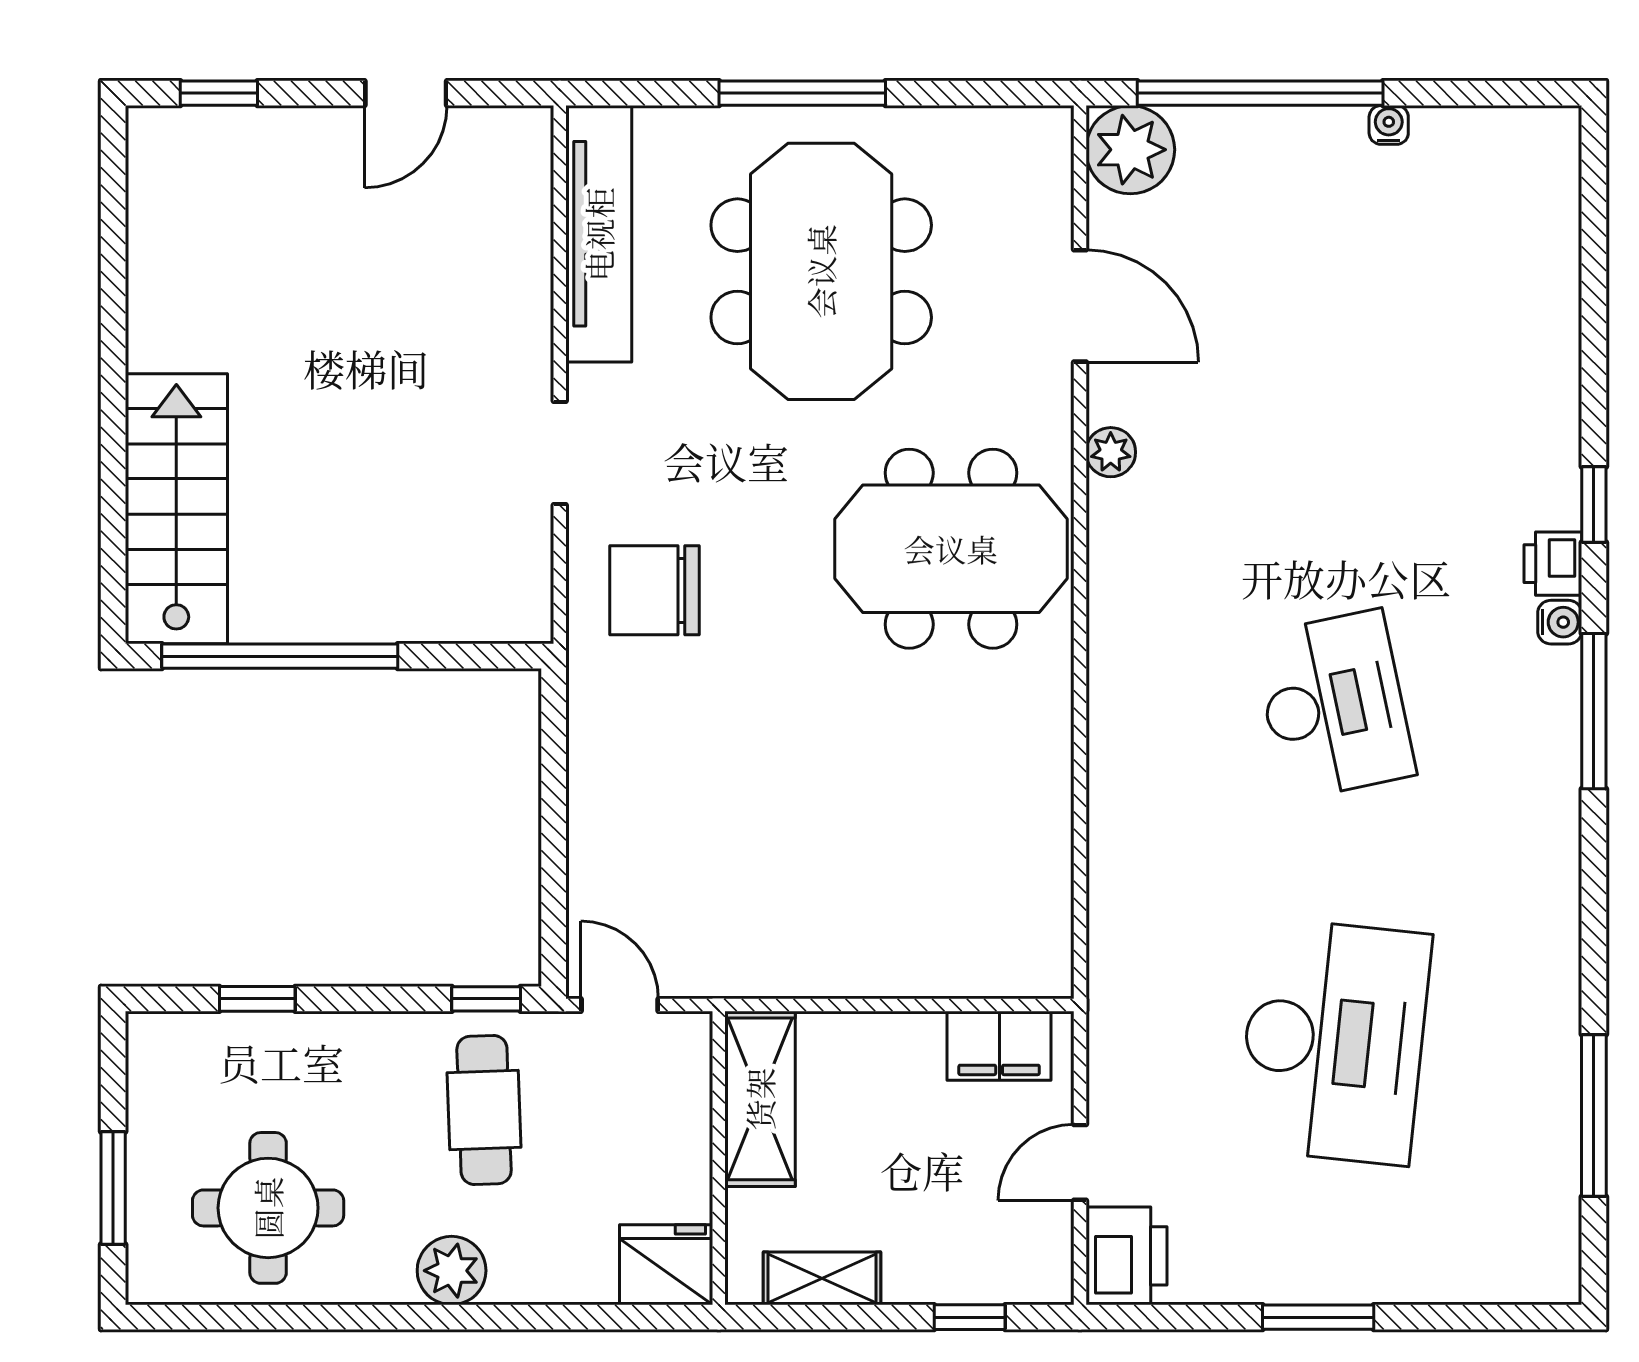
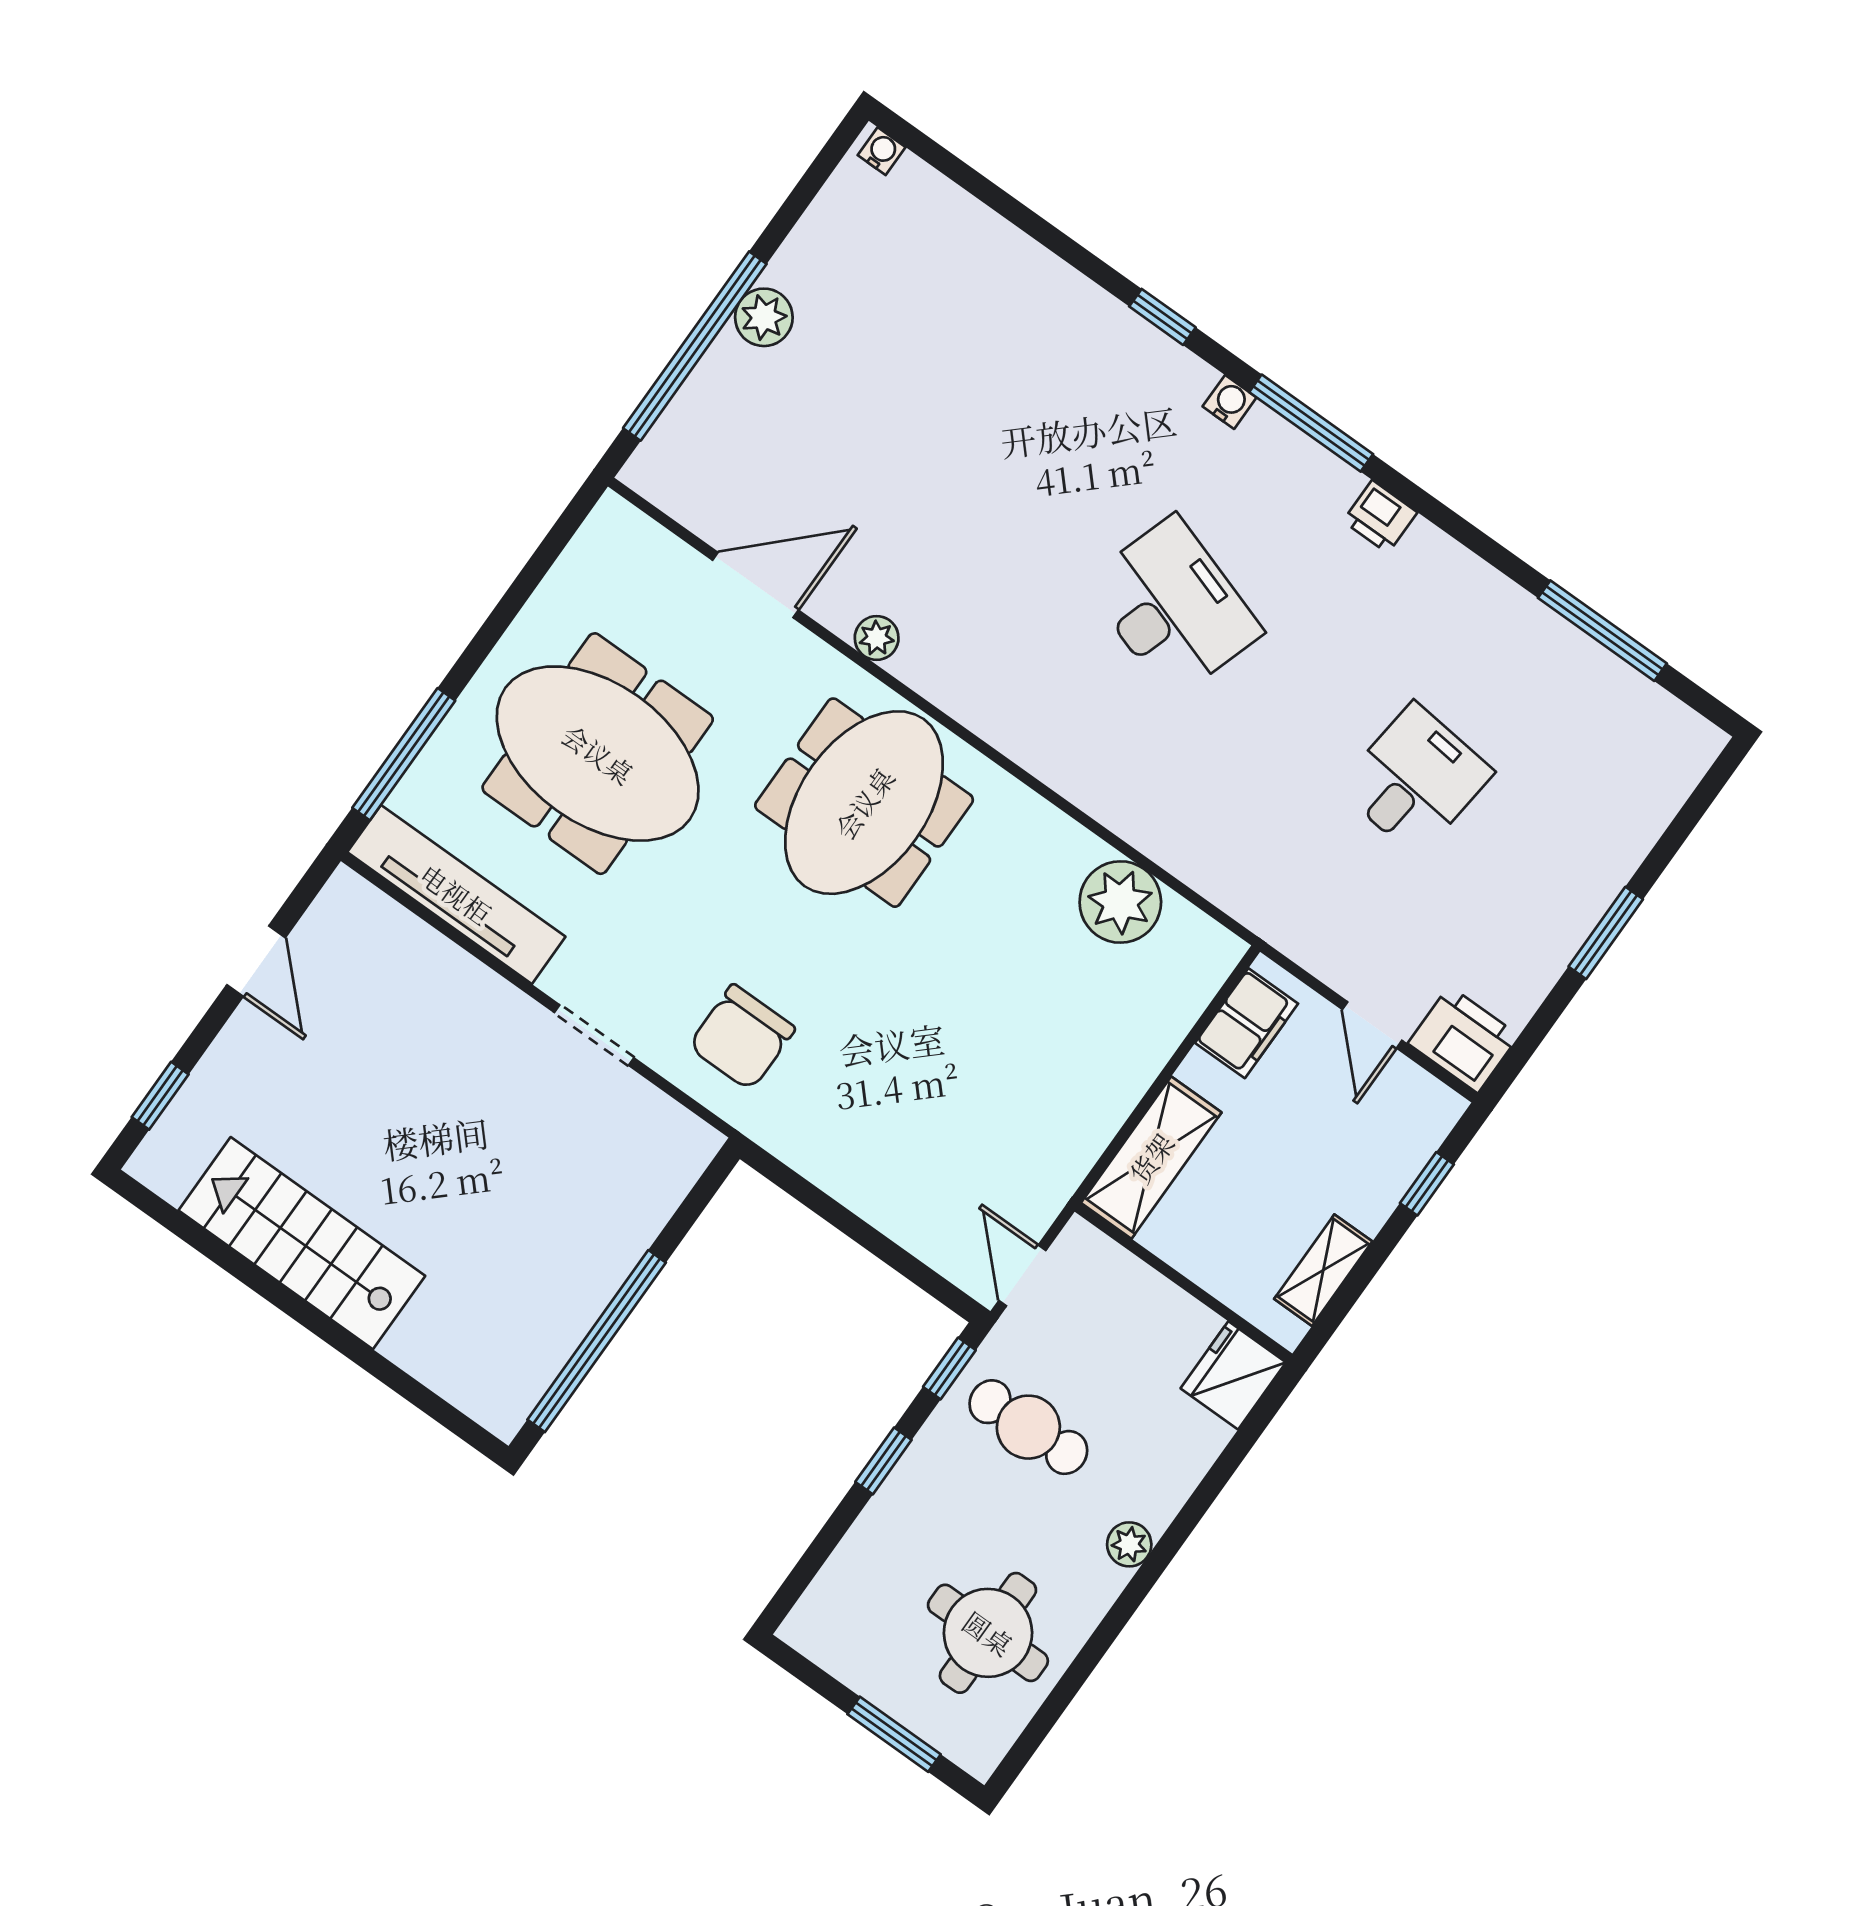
window: (802, 93) -> (404, 754), moved
water cooler: (1389, 125) -> (882, 151), moved, turned 90
plant: (1130, 150) -> (764, 317), moved, width x0.73, depth x0.73
stairs: (176, 509) -> (302, 1243), moved
printer: (1553, 564) -> (1380, 517), moved
desk: (1334, 705) -> (1173, 607), turned 30
plant: (1028, 850) -> (1120, 902), added
window: (257, 999) -> (883, 1461), moved
door: (620, 1005) -> (1022, 1275), hinge flipped
desk: (1334, 1041) -> (1415, 780), width x0.53, depth x0.77
shelving: (760, 1099) -> (1151, 1158), moved, turned 90
plant: (452, 1271) -> (1129, 1544), width x0.73, depth x0.73

